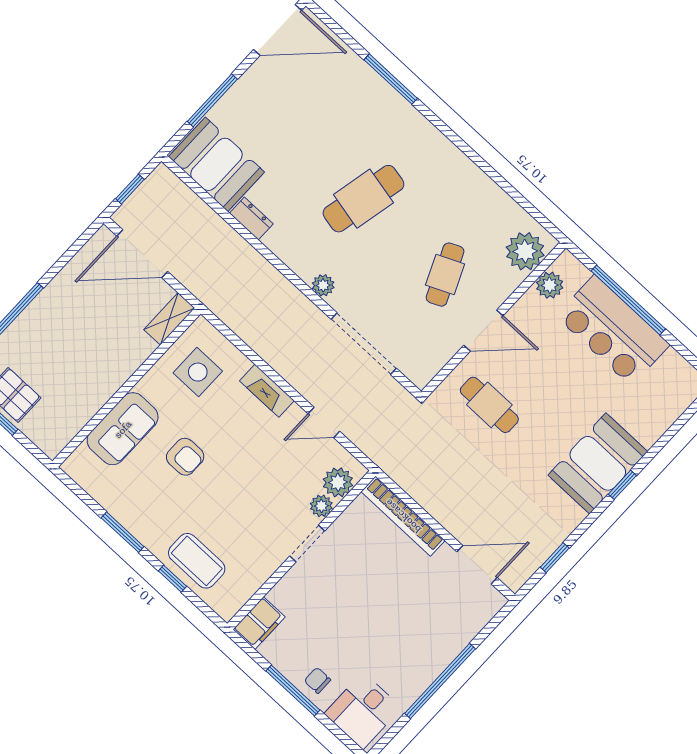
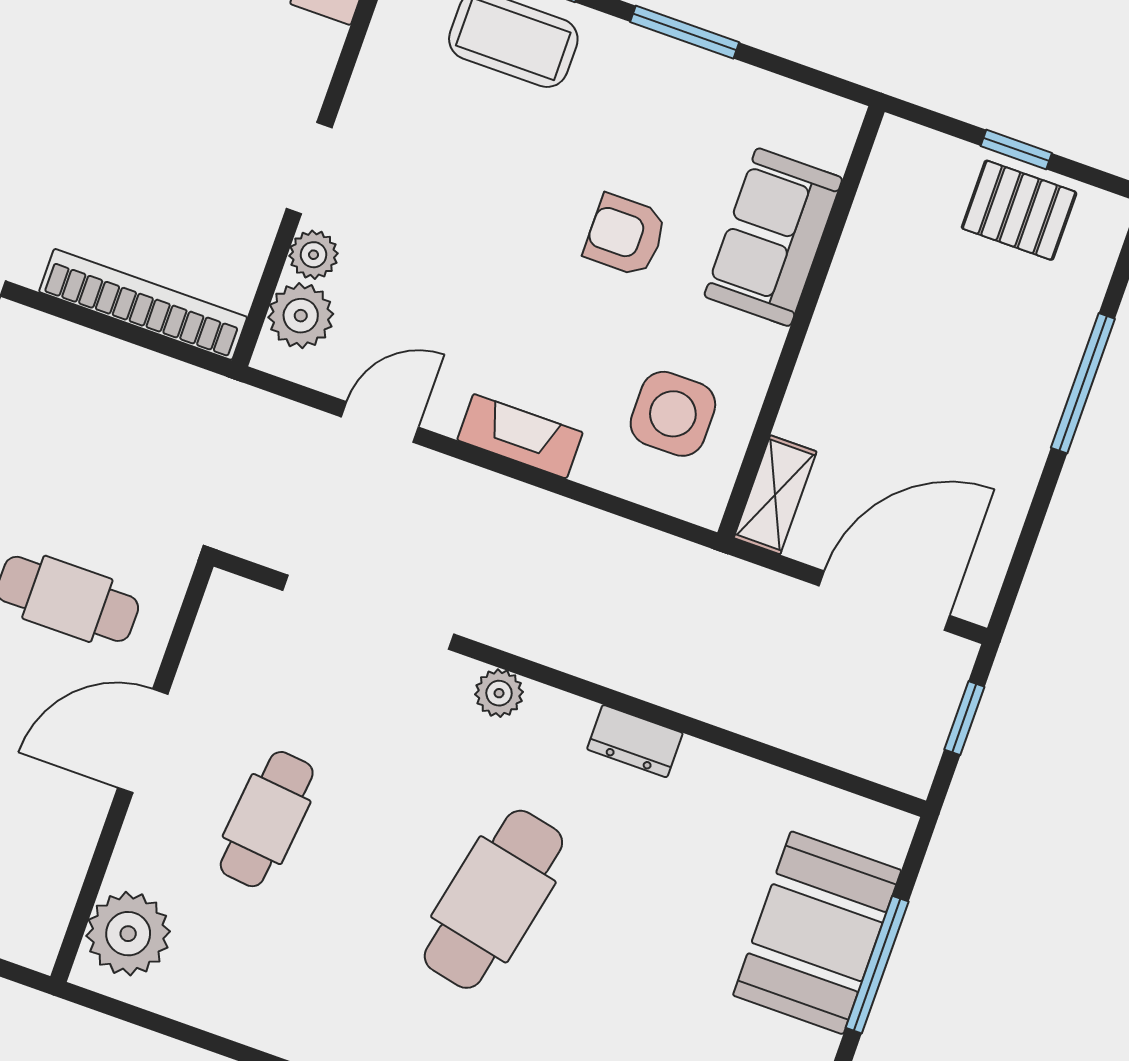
booth: (216, 164) -> (817, 933), moved, turned 90
dresser: (251, 219) -> (635, 741), moved
cafe table: (445, 275) -> (267, 819), turned 30
plant: (550, 285) -> (50, 887), removed

